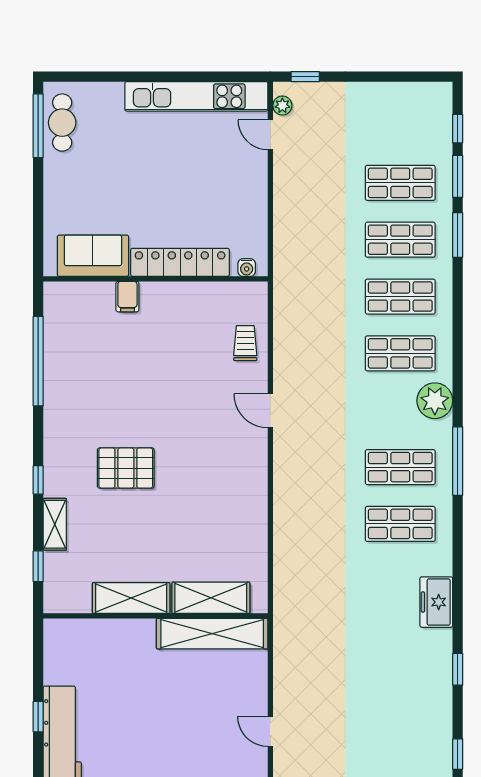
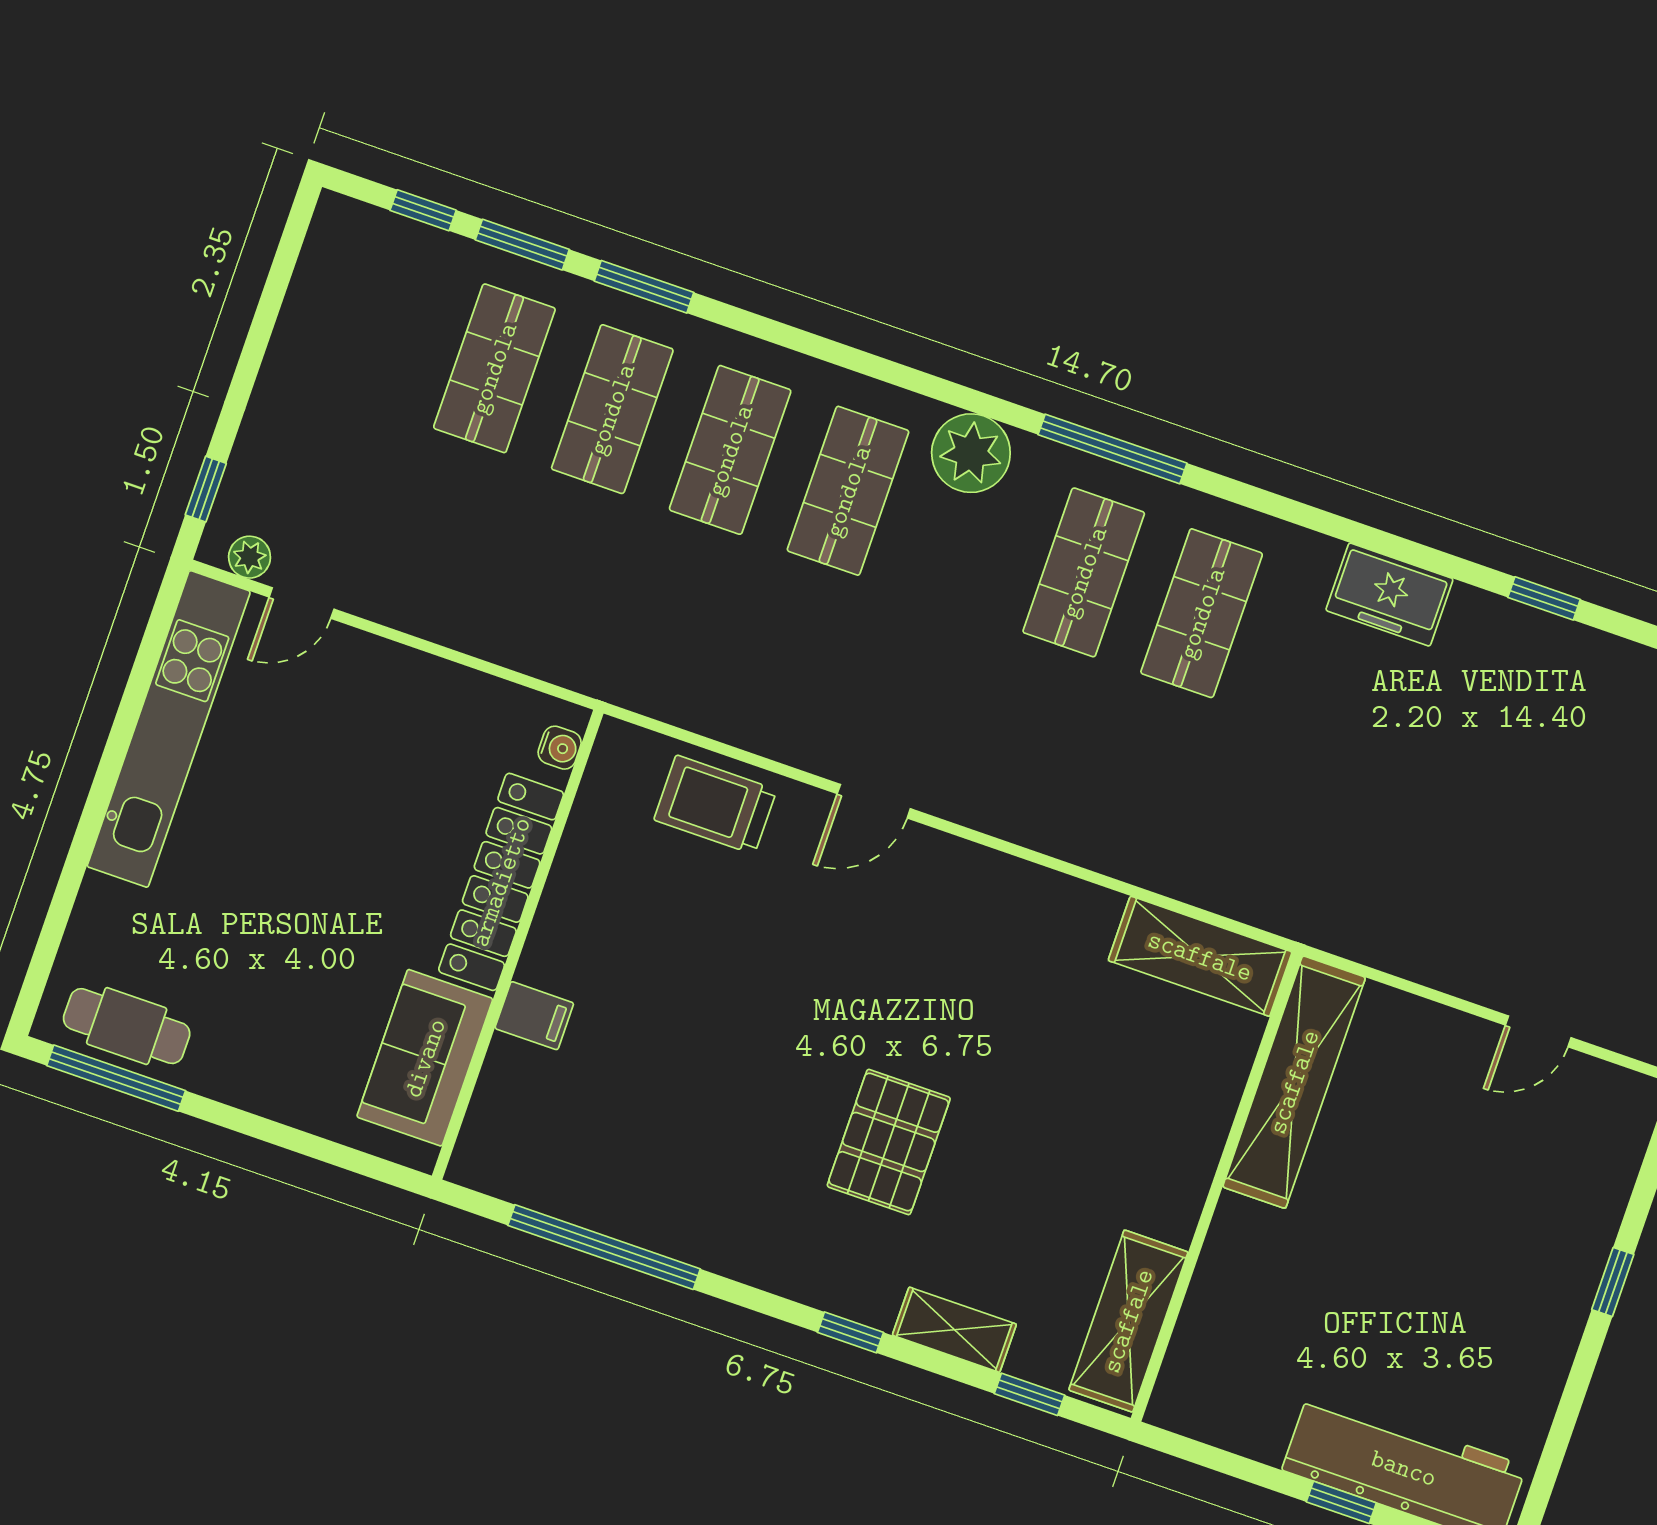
trolley: (245, 343) -> (715, 805), width x1.36, depth x1.39
shelving: (131, 598) -> (1128, 1321), moved
shelving: (211, 598) -> (1200, 956), moved, turned 90

